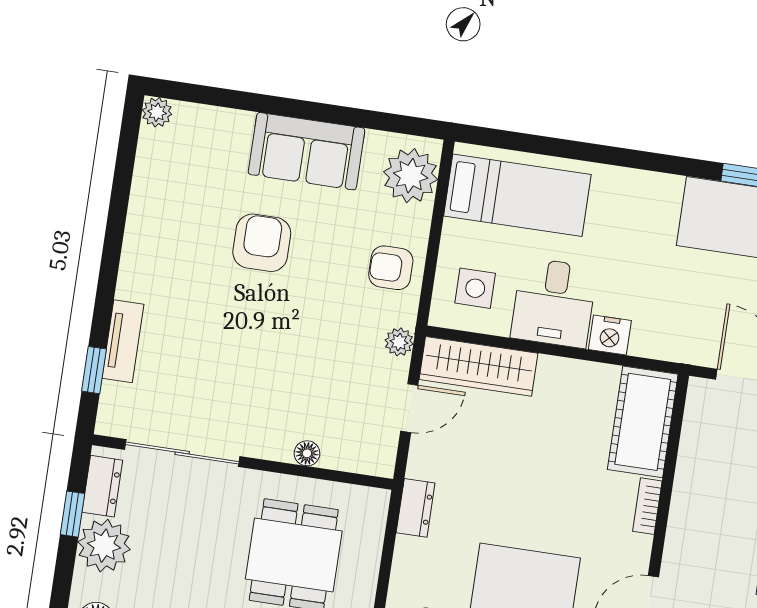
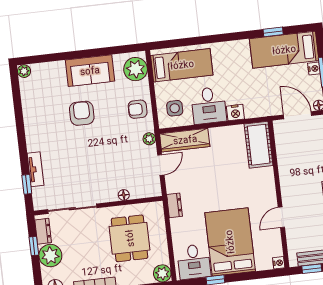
bookcase: (647, 506) -> (270, 179), removed

